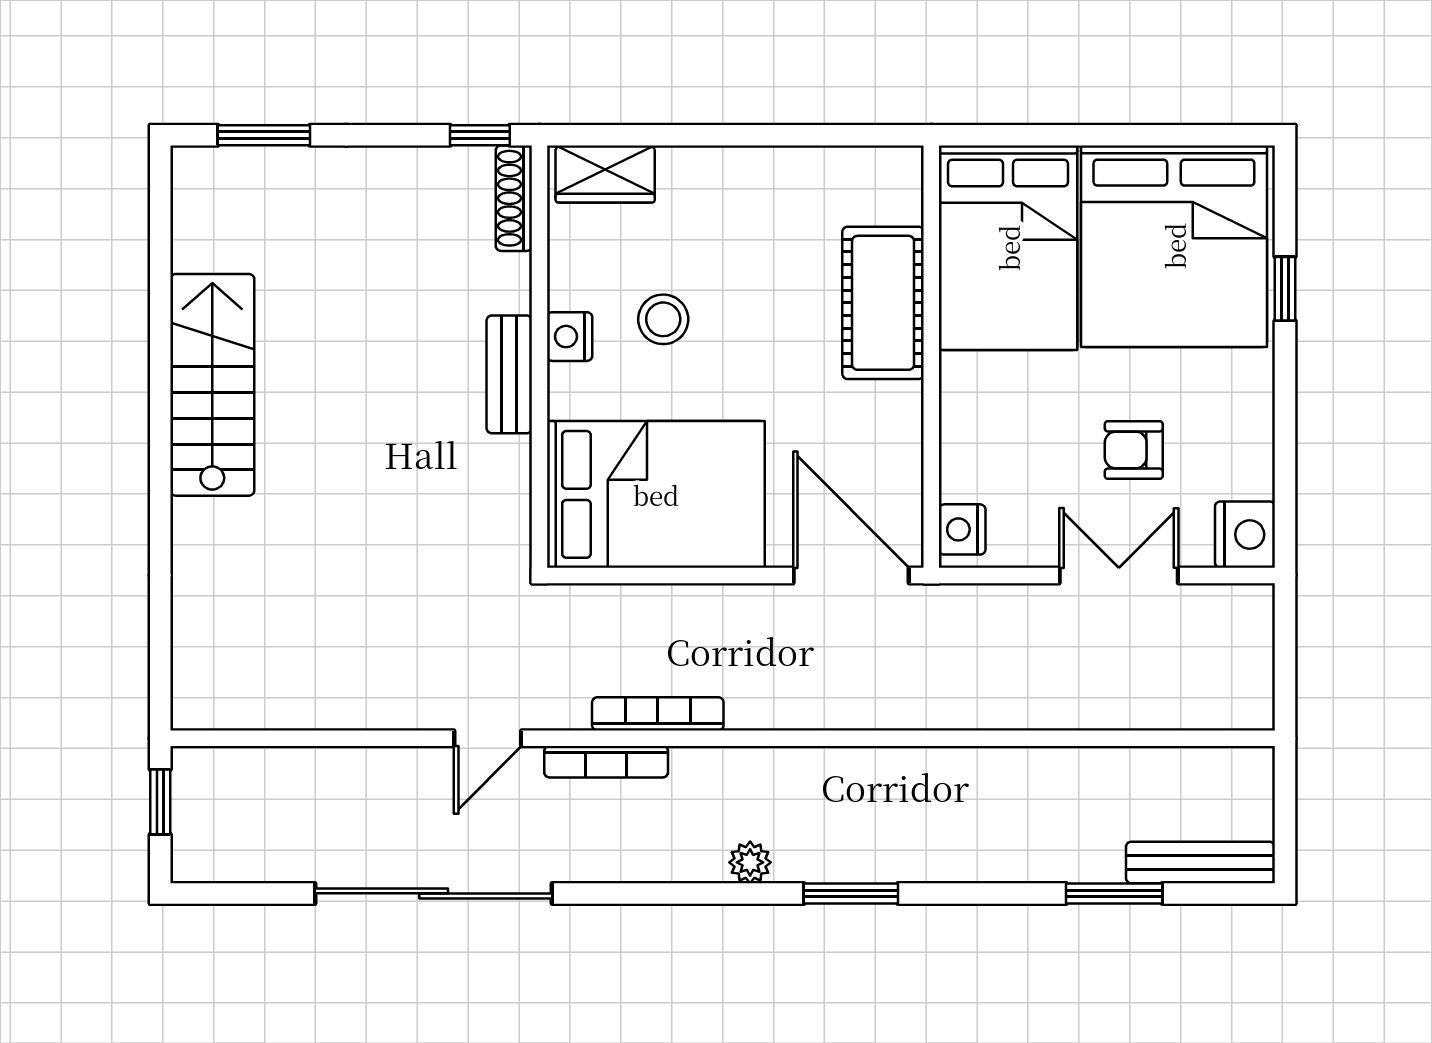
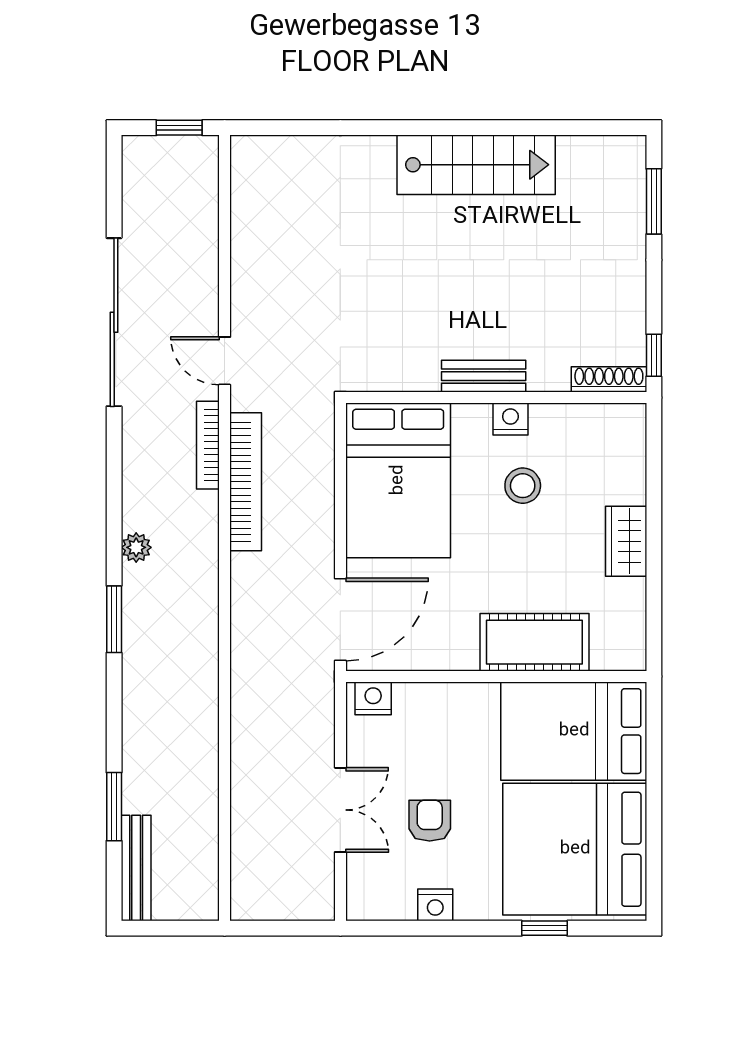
wardrobe: (605, 174) -> (626, 541), moved
nightstand: (1245, 535) -> (435, 905), moved, width x0.74, depth x0.75
bookcase: (658, 714) -> (246, 482), width x1.48, depth x1.31

